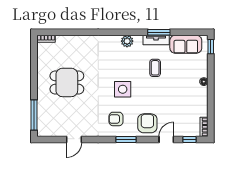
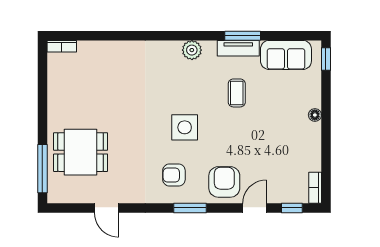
dining table: (67, 82) -> (81, 152), moved
door: (74, 140) -> (107, 208), hinge flipped

